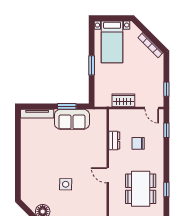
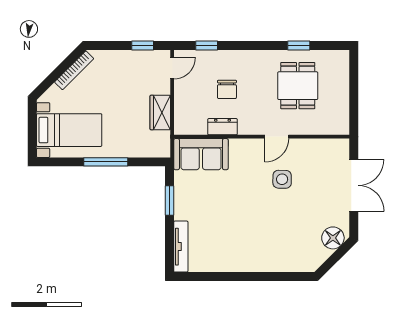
window: (92, 65) -> (106, 162), width x1.44
sofa: (72, 119) -> (201, 154), moved, turned 90
side table: (66, 184) -> (282, 179), moved
dining table: (141, 189) -> (298, 86), width x0.73

